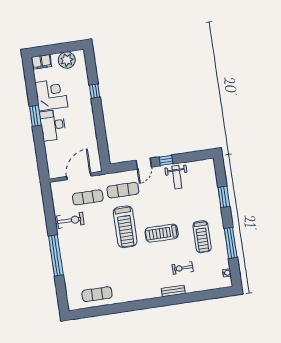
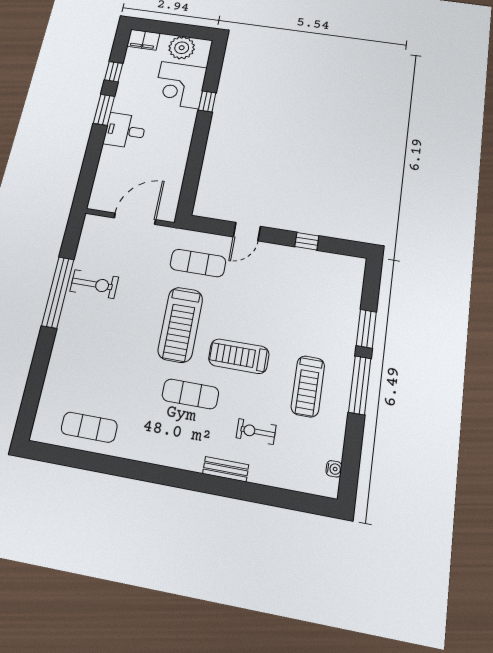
window: (31, 89) -> (114, 72), added
corner desk: (51, 95) -> (180, 85), moved, turned 180
desk: (53, 125) -> (125, 131), width x0.73
window: (166, 160) -> (307, 241), moved
weight bench: (177, 177) -> (295, 270), removed
exercise mat: (88, 197) -> (190, 394), moved
window: (231, 243) -> (360, 385), moved
window: (56, 255) -> (58, 292), moved

